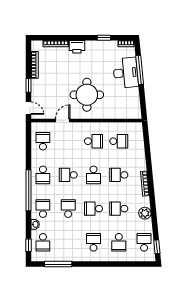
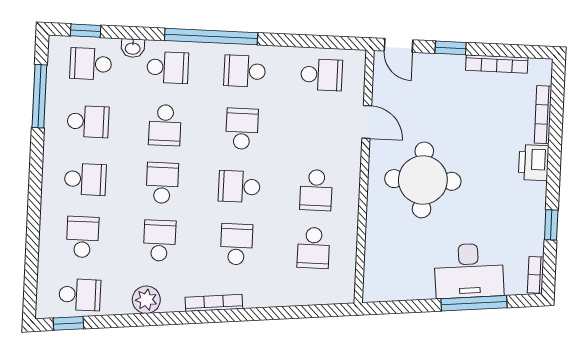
door: (29, 108) -> (398, 45), hinge flipped
school desk: (68, 209) -> (165, 125), turned 90
school desk: (68, 242) -> (88, 122), added
school desk: (119, 242) -> (83, 237), turned 90

